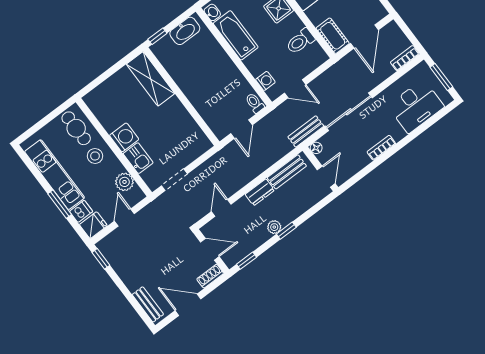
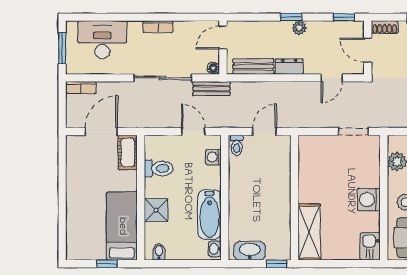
kitchen sink: (138, 158) -> (370, 246), moved

